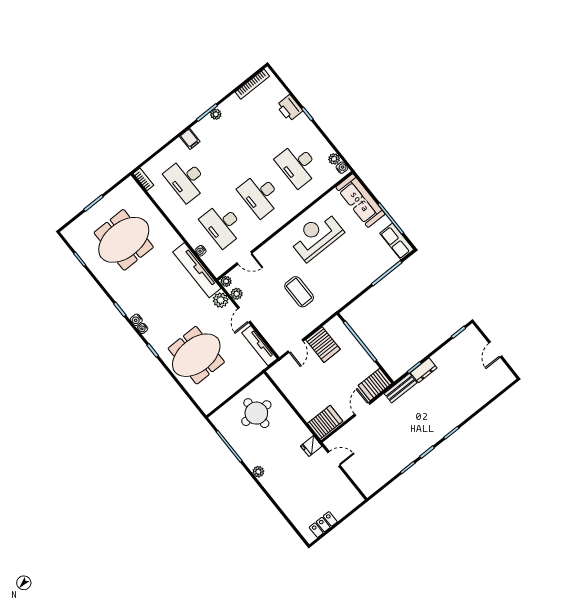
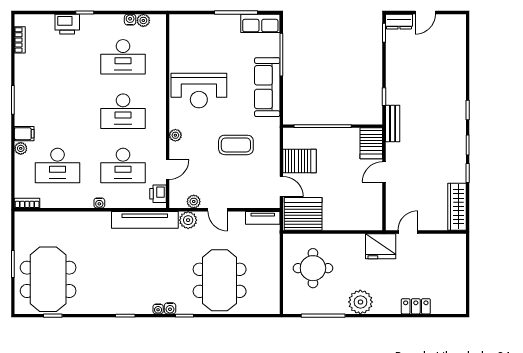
bookcase: (252, 84) -> (20, 40), width x0.64
plant: (216, 114) -> (21, 148), moved
water cooler: (342, 168) -> (130, 20), moved
sofa: (360, 201) -> (267, 87), moved, turned 90
reception desk: (316, 236) -> (199, 91), turned -90
meeting table: (124, 240) -> (48, 279), moved
water cooler: (201, 251) -> (99, 203), moved
printer: (222, 265) -> (158, 194), added
plant: (226, 281) -> (175, 135), moved
water cooler: (136, 320) -> (170, 308), moved
tv unit: (259, 346) -> (263, 218), width x0.71
door: (495, 350) -> (425, 12), hinge flipped
dresser: (424, 370) -> (399, 22), moved, turned 90
door: (362, 409) -> (384, 172), hinge flipped
server rack: (325, 422) -> (303, 214), moved, width x1.60
fridge: (311, 446) -> (381, 246), width x1.88, depth x1.34
plant: (258, 472) -> (360, 302), width x1.88, depth x1.88
wardrobe: (378, 479) -> (457, 207), added
locker: (323, 524) -> (416, 306), moved, turned 90

